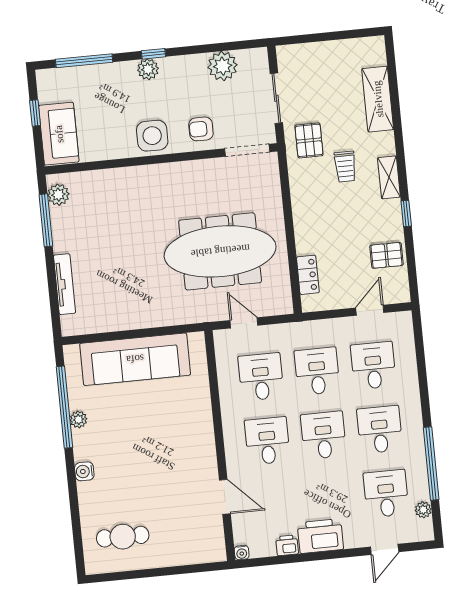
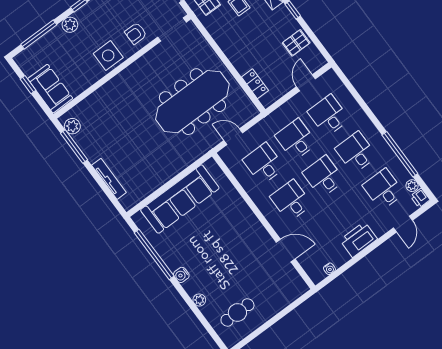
plant: (148, 69) -> (70, 25), moved
plant: (79, 419) -> (199, 300), moved
water cooler: (84, 471) -> (181, 275), moved
printer: (287, 545) -> (420, 198), moved, turned -90
water cooler: (242, 552) -> (329, 269), moved

